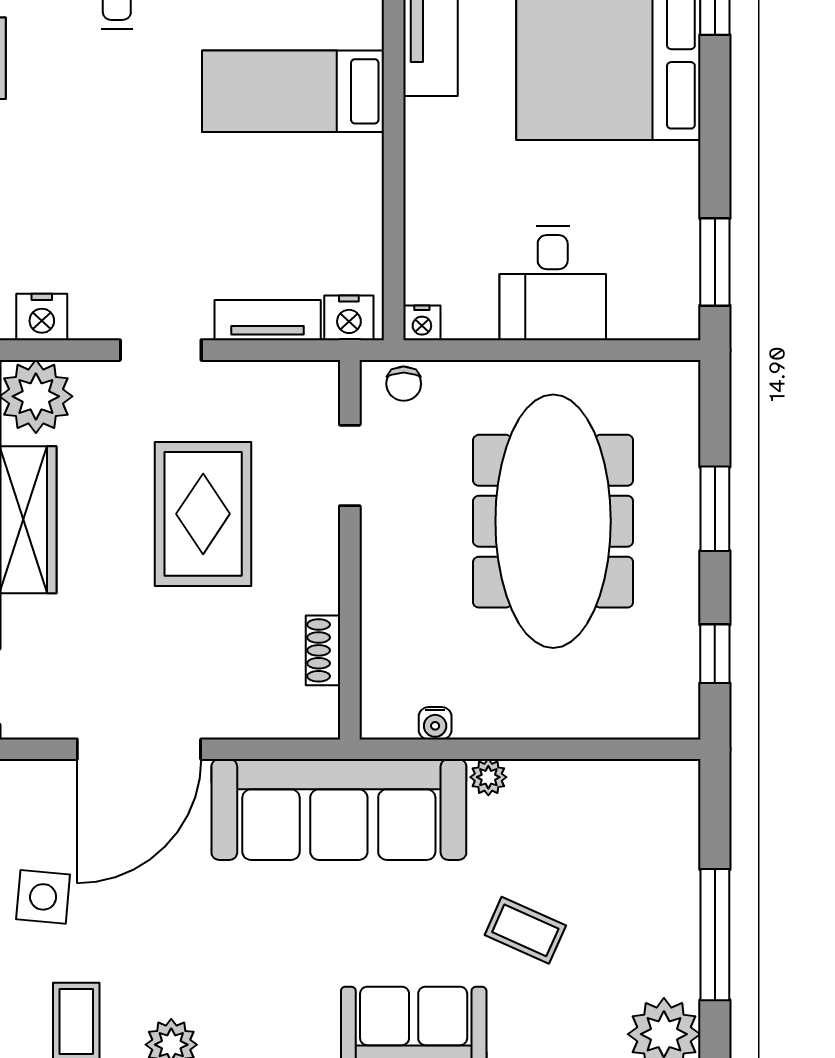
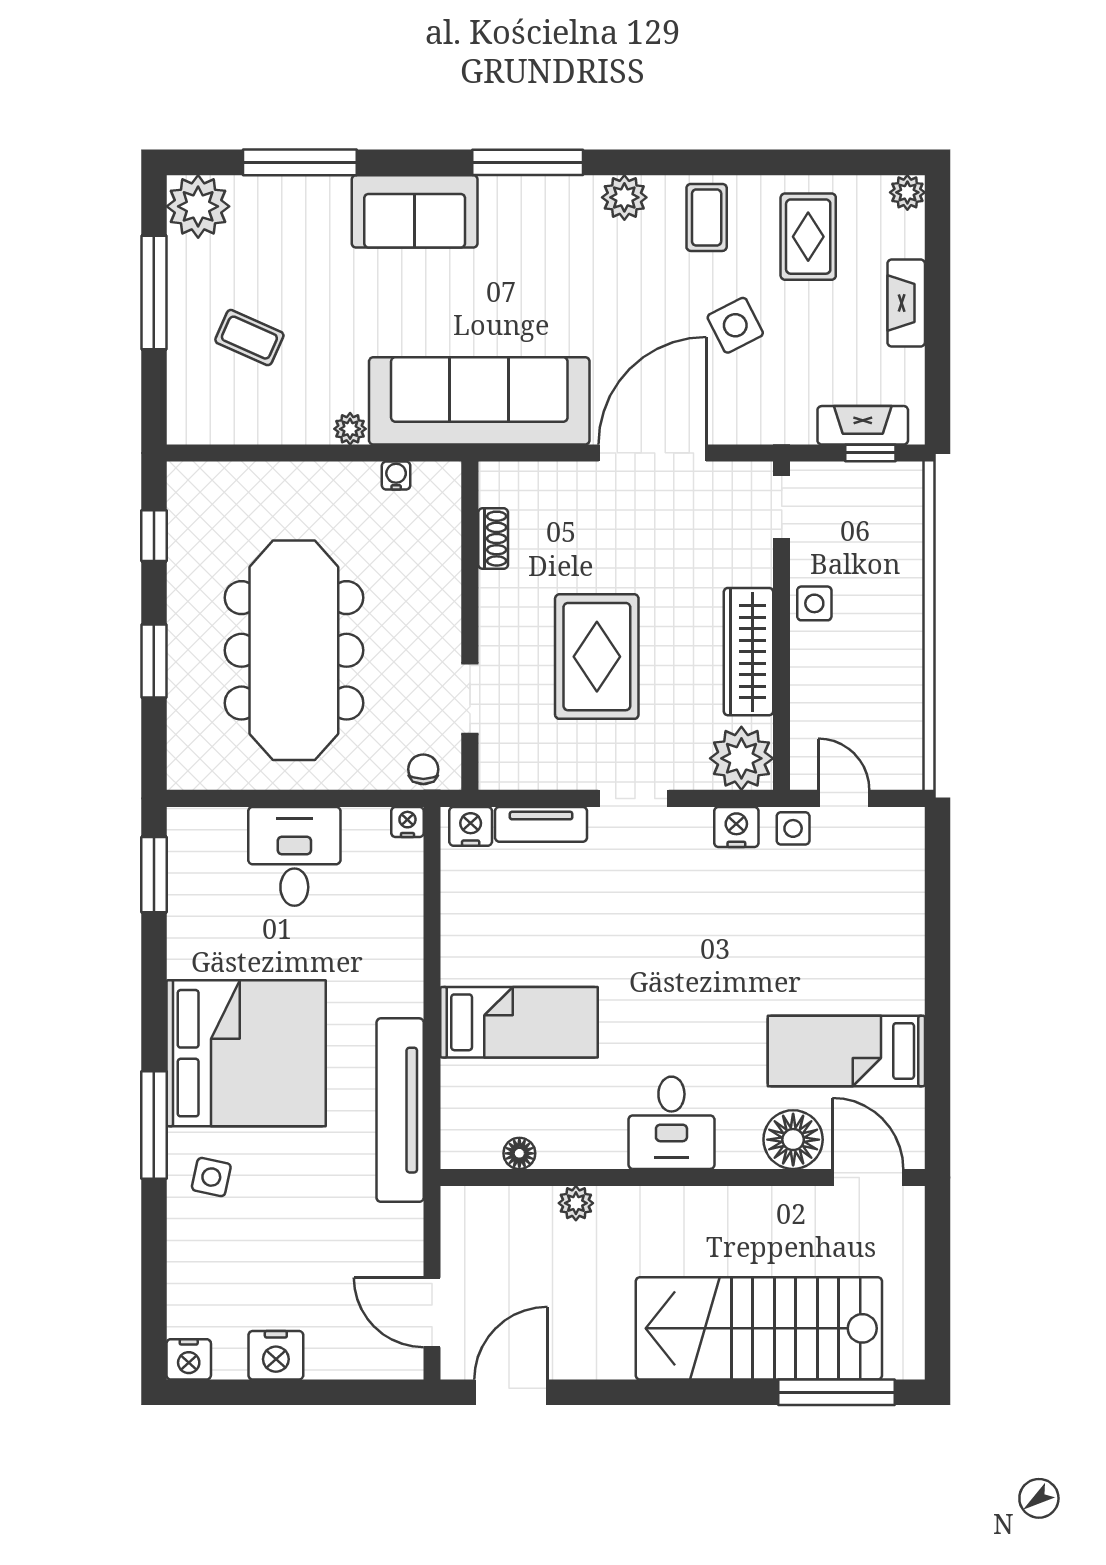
side table: (43, 897) -> (735, 325), turned -32
coffee table: (525, 930) -> (249, 338), moved

